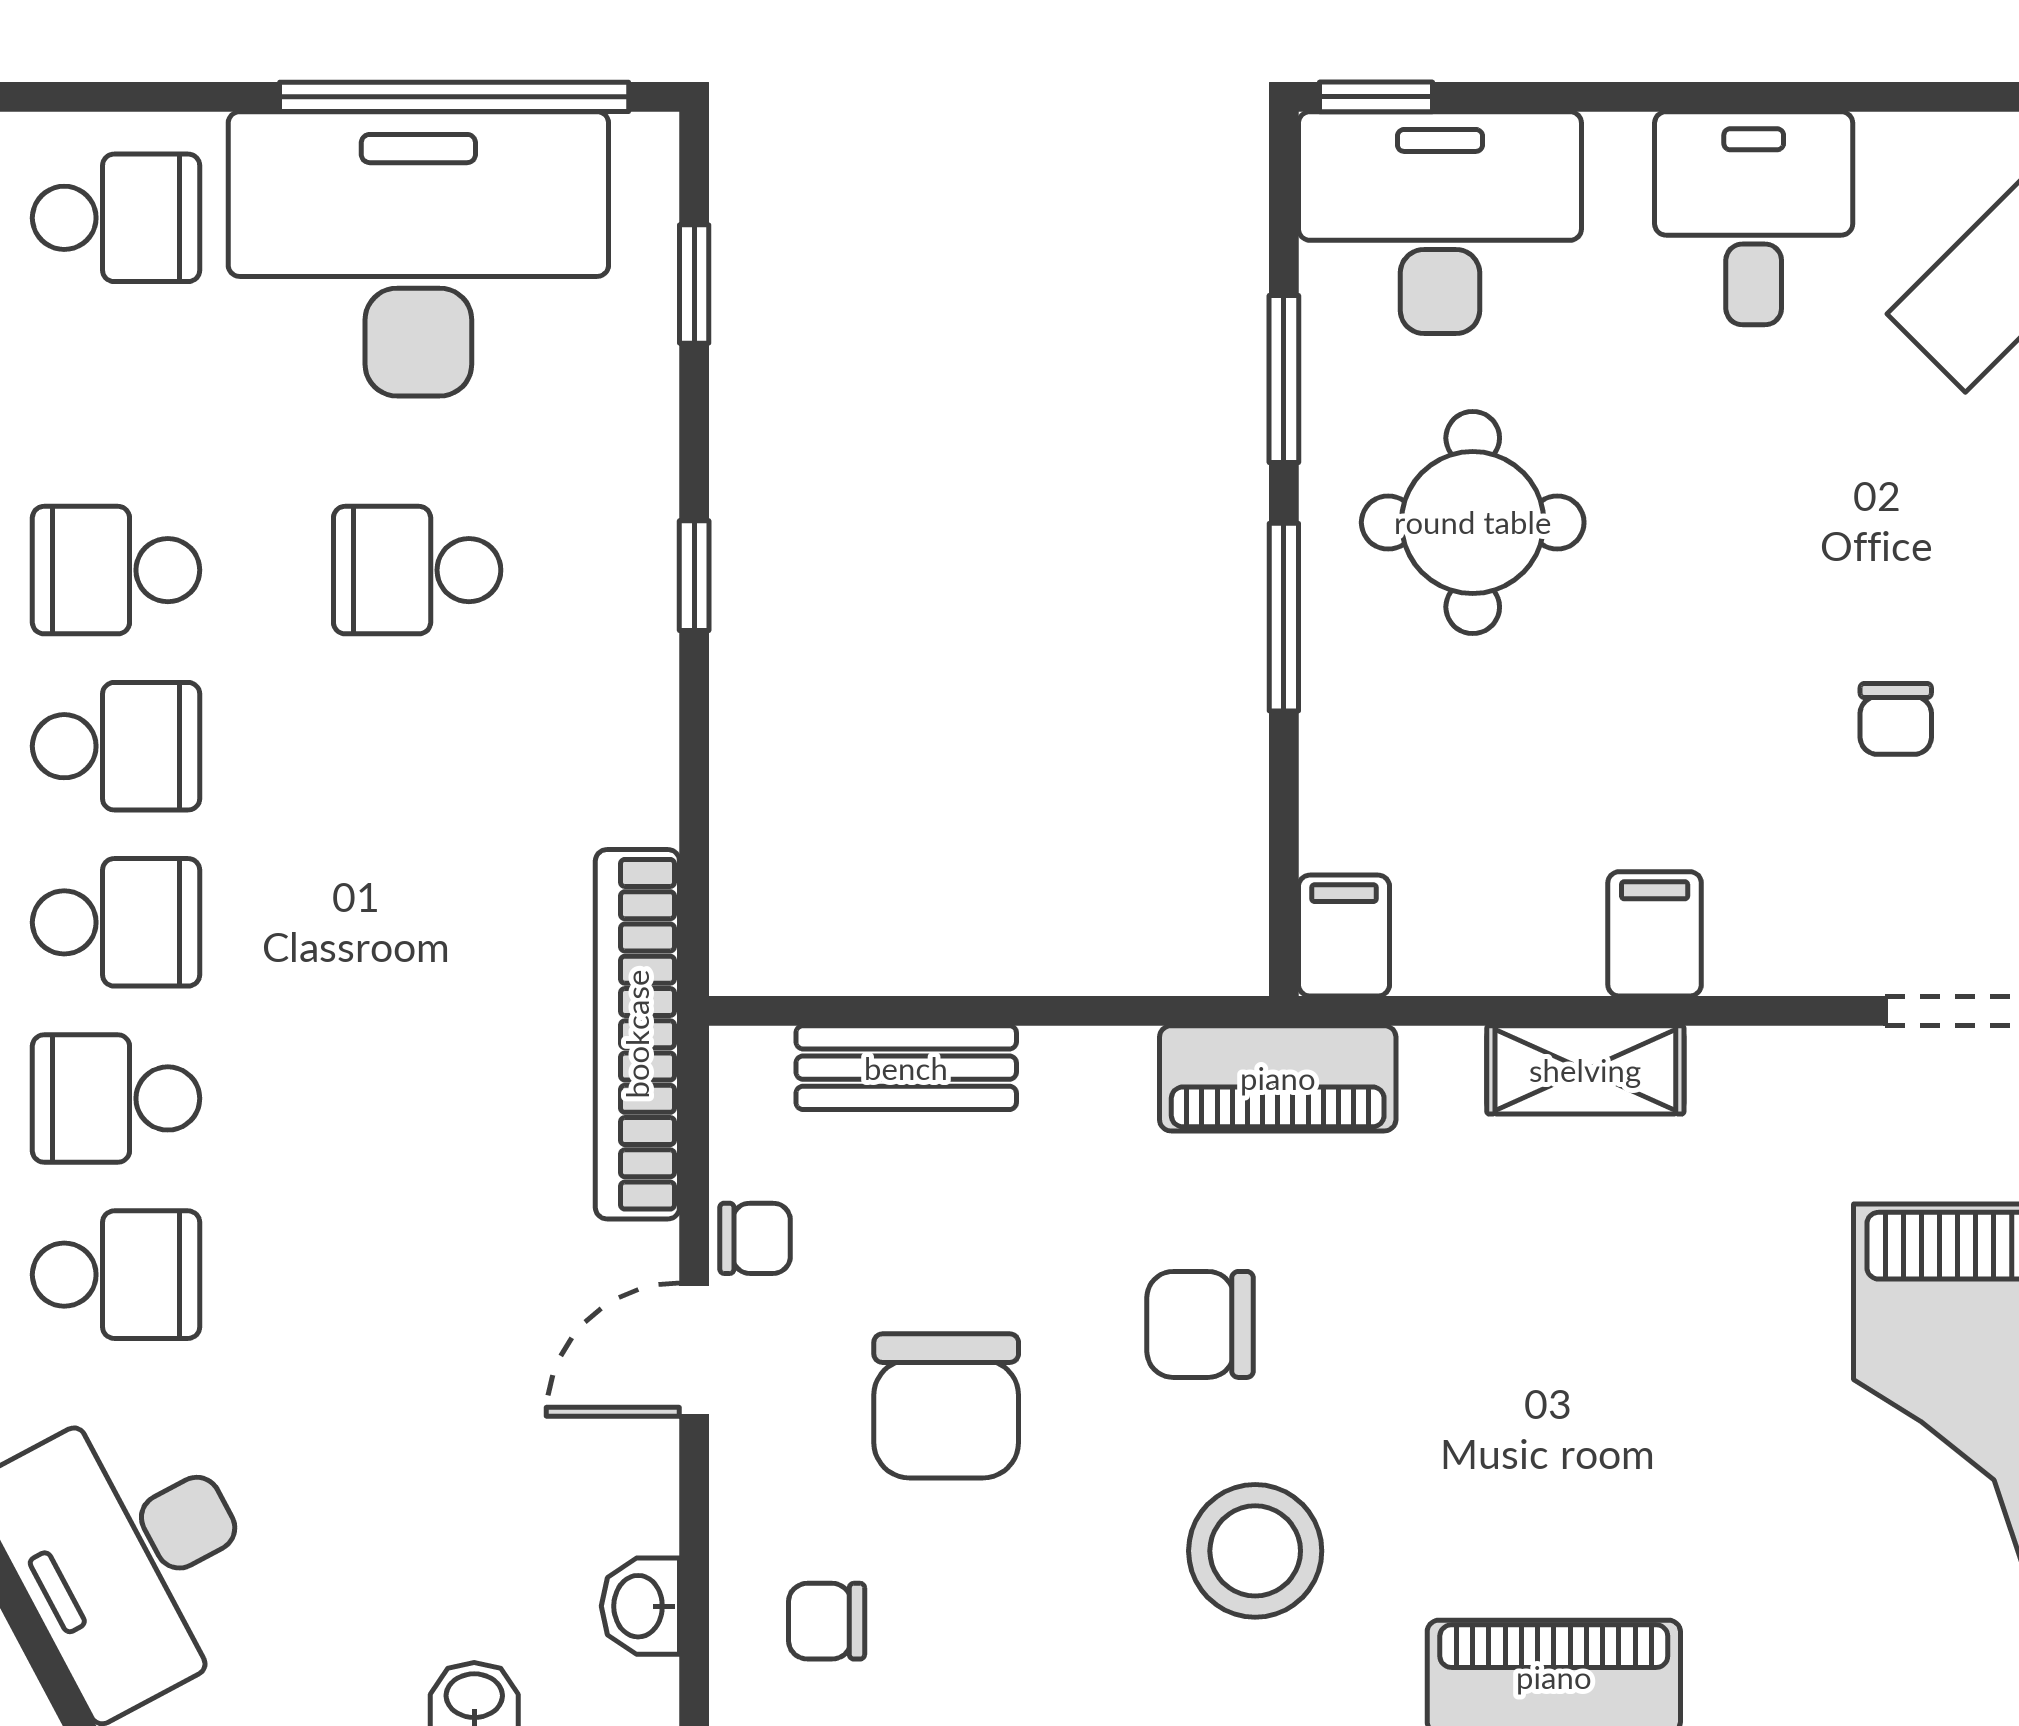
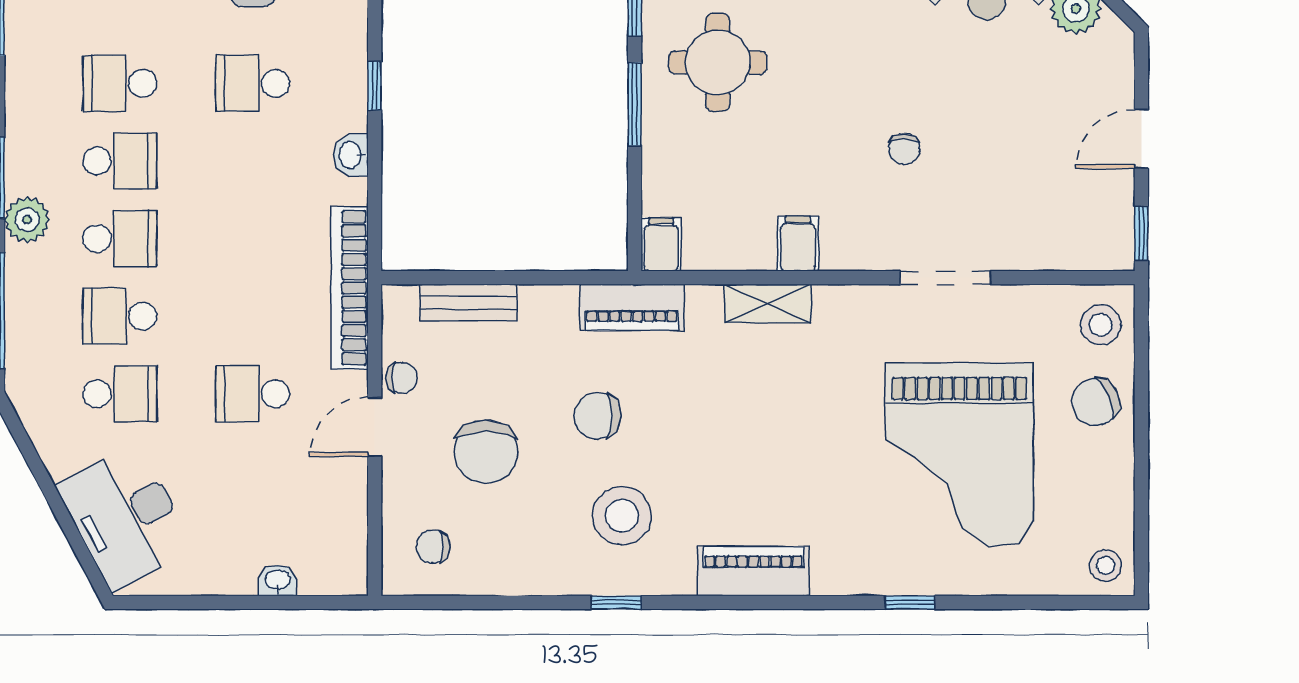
school desk: (417, 1275) -> (253, 394), added
washbasin: (640, 1606) -> (351, 155), moved

